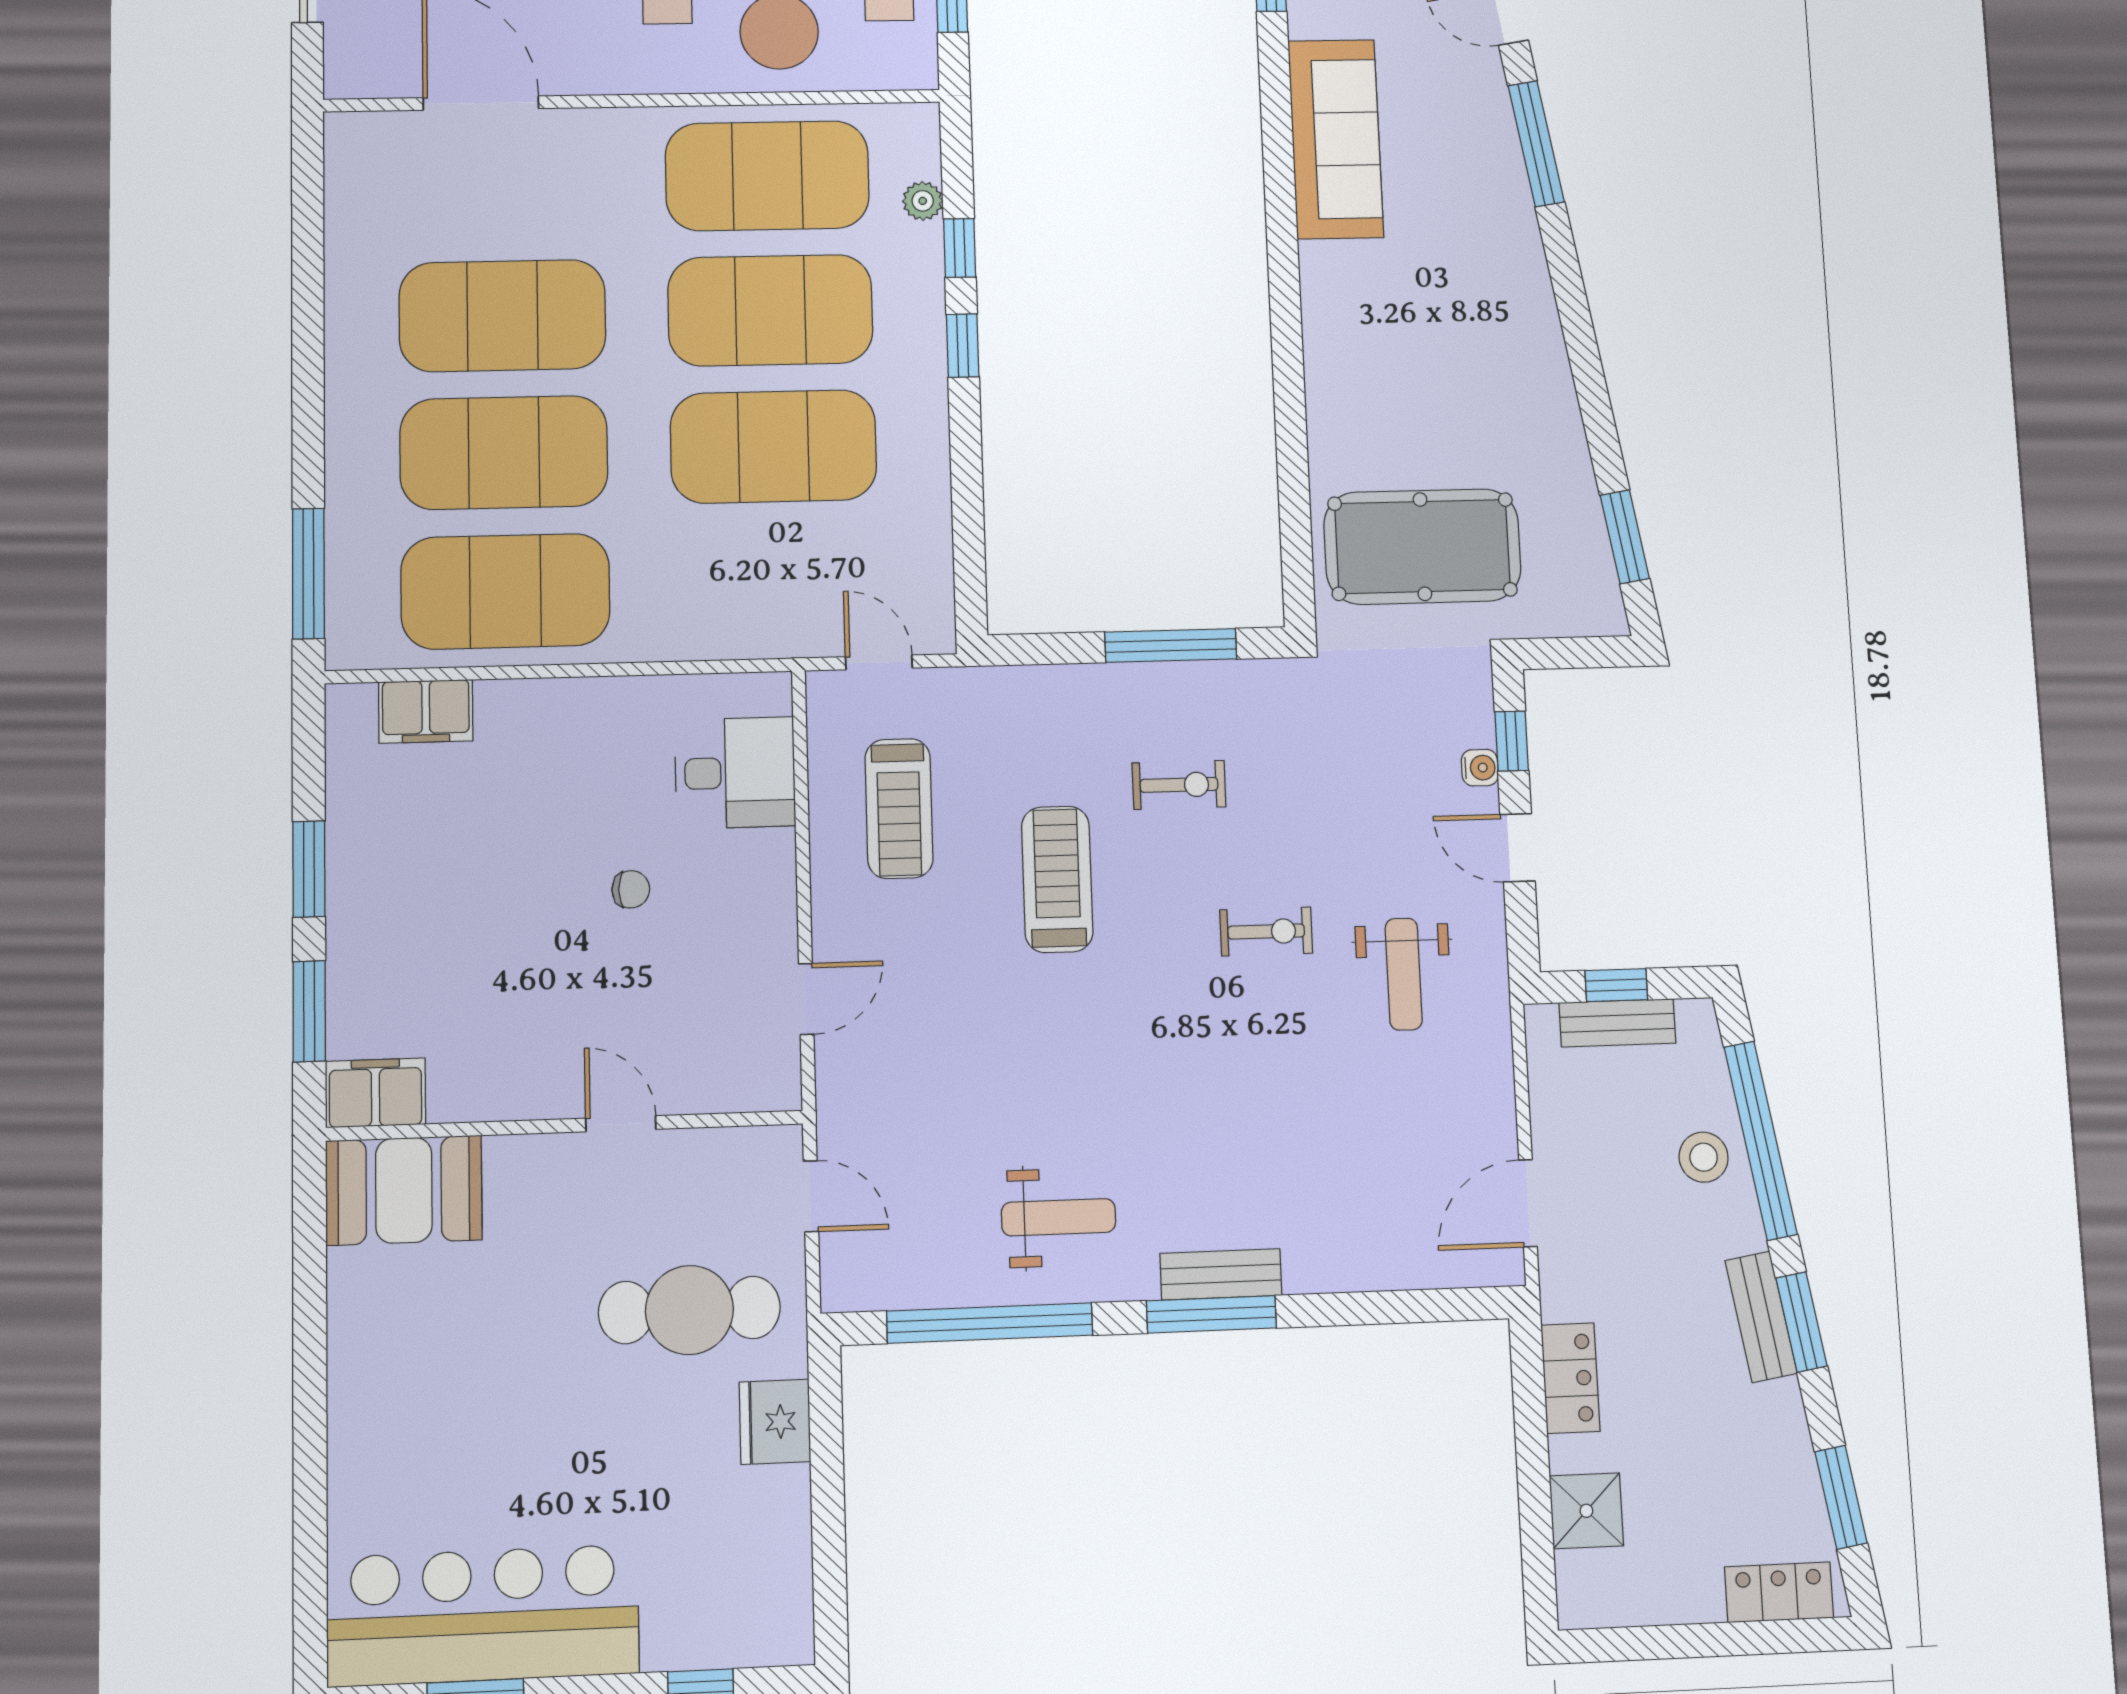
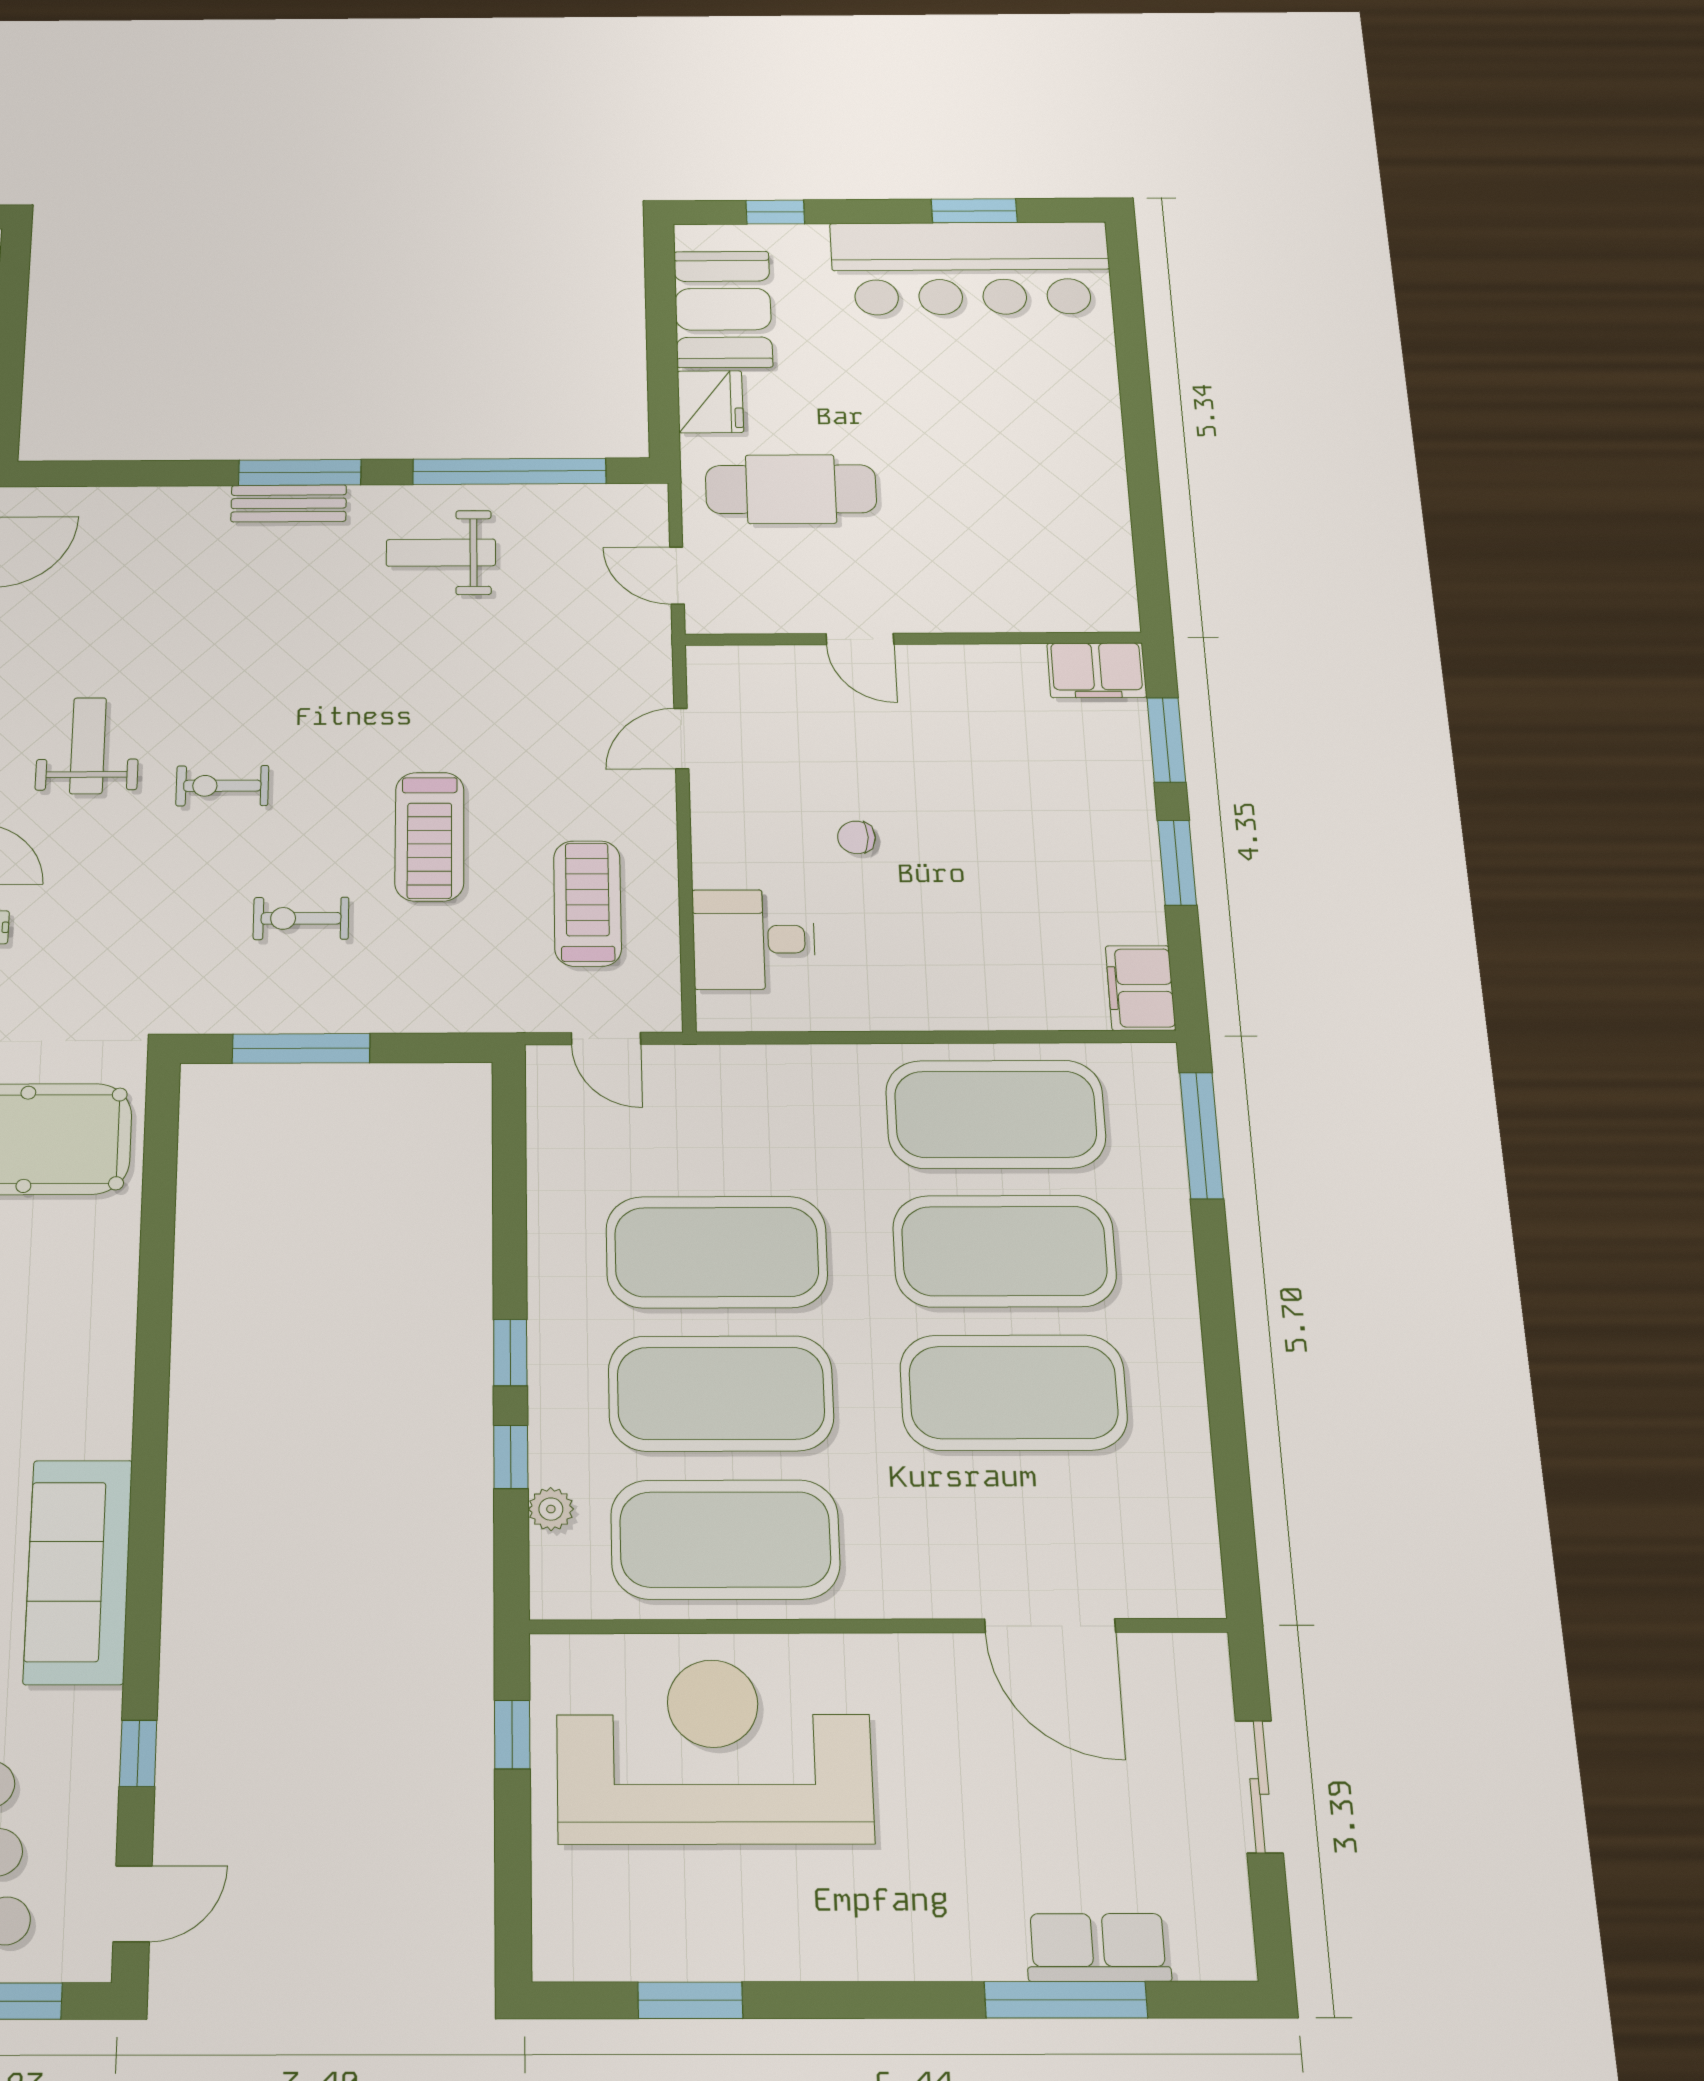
filing cabinet: (426, 711) -> (1140, 988), moved, turned -90
booth: (404, 1190) -> (723, 309), moved, turned 90

